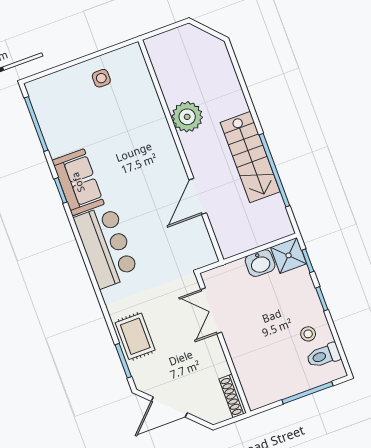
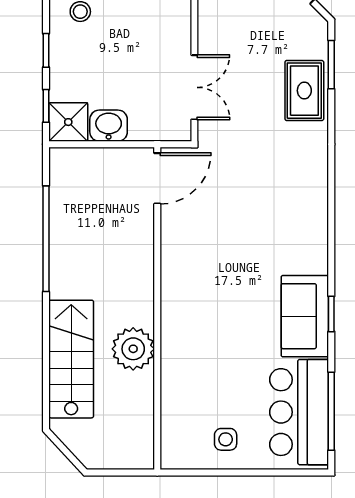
stairs: (250, 157) -> (71, 359), moved
door: (198, 196) -> (157, 178), moved
bar counter: (106, 246) -> (299, 412), moved

